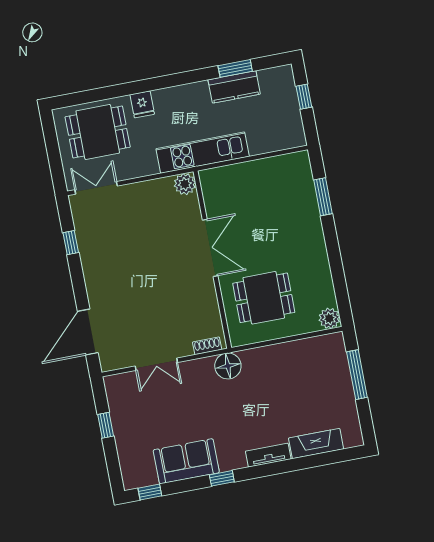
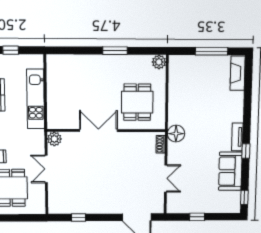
kitchen unit: (203, 153) -> (36, 99), moved
double door: (96, 188) -> (46, 169), moved
window: (323, 197) -> (115, 51), moved
window: (357, 375) -> (212, 51), moved
fireplace: (316, 444) -> (238, 73), moved
tv unit: (268, 455) -> (237, 137), moved

